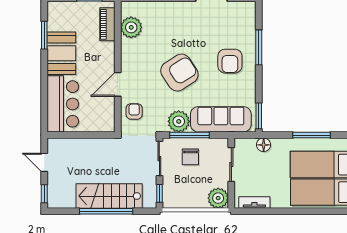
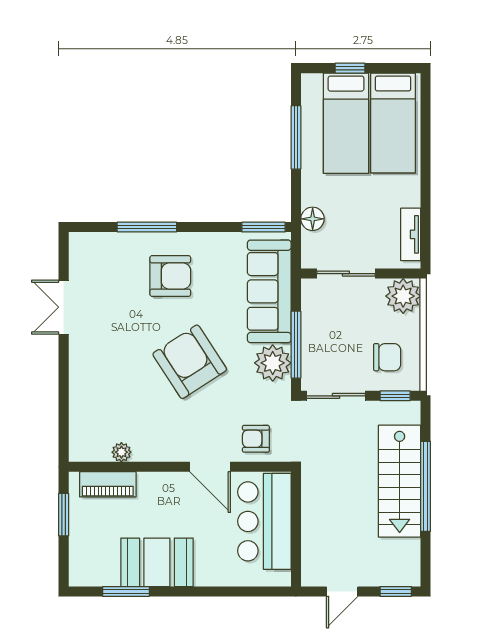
plant: (131, 27) -> (121, 452), width x0.53, depth x0.53
bar counter: (63, 104) -> (264, 521), moved, turned -90
chair: (190, 157) -> (387, 357), moved

